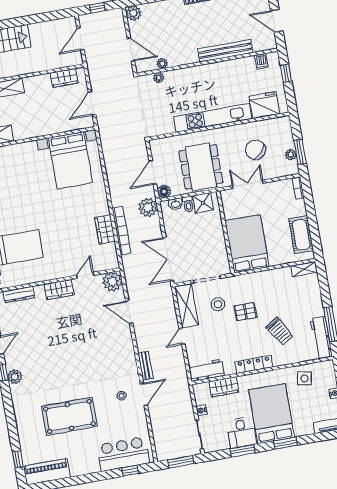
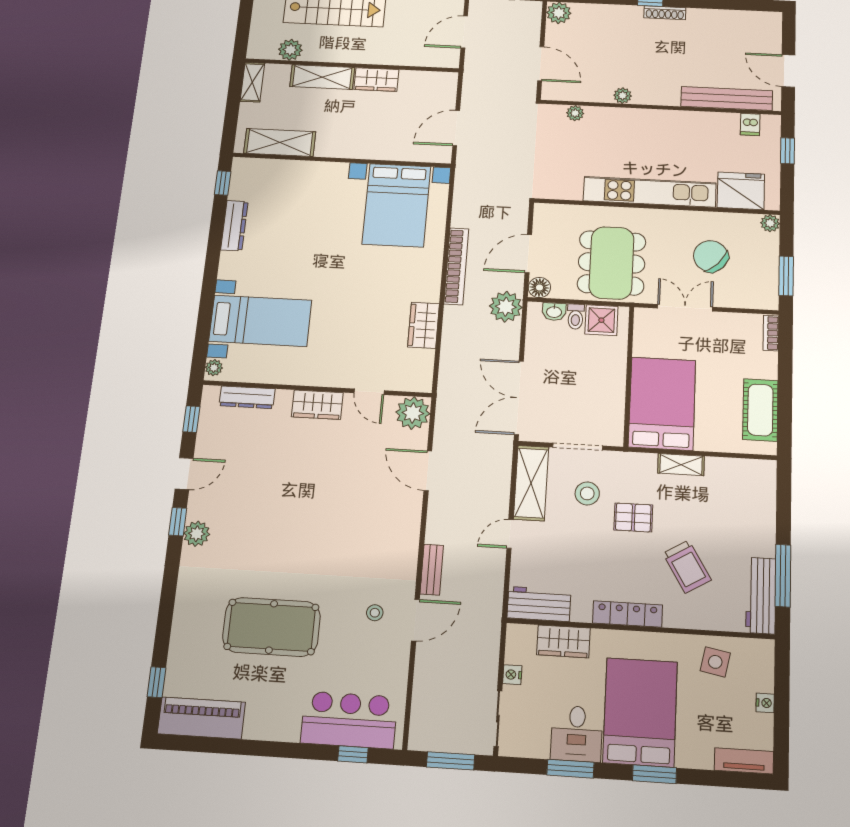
bench: (225, 51) -> (727, 99), moved
plant: (162, 63) -> (623, 96), moved
wardrobe: (64, 78) -> (376, 79), moved
plant: (291, 155) -> (770, 223), moved
bookcase: (122, 231) -> (456, 266), moved
shelving: (304, 269) -> (681, 465), moved
door: (85, 275) -> (369, 392), swing flipped

